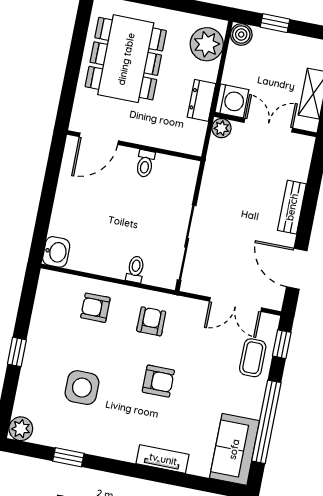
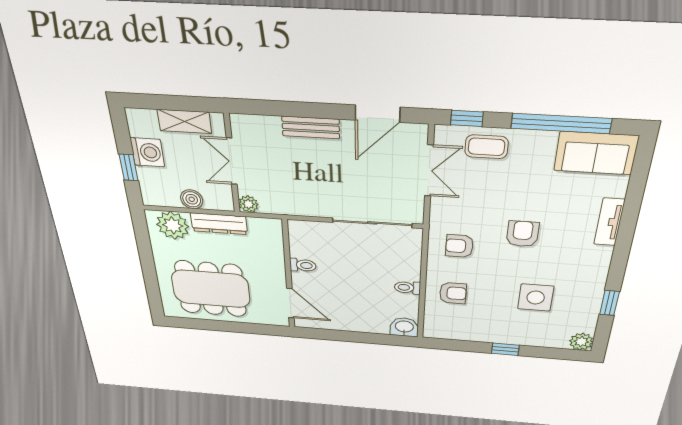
boiler: (241, 34) -> (192, 199), moved
dresser: (201, 100) -> (219, 224), width x1.44
washing machine: (232, 101) -> (147, 152), moved, turned 90
toilet: (135, 269) -> (407, 288), moved
armchair: (95, 308) -> (453, 293), turned -90

